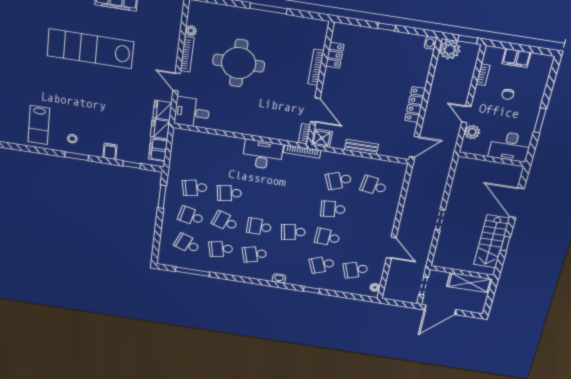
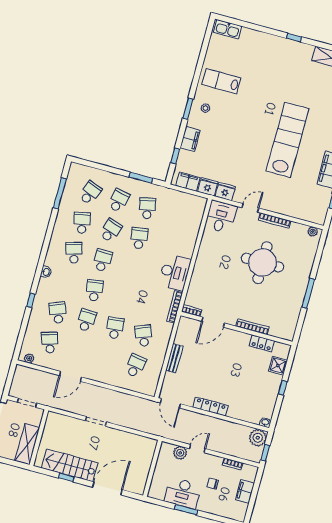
plant: (191, 31) -> (313, 232), moved
shower: (322, 138) -> (278, 366), moved
desk: (510, 146) -> (183, 493), moved, turned -90
filing cabinet: (110, 151) -> (190, 139), width x2.00

